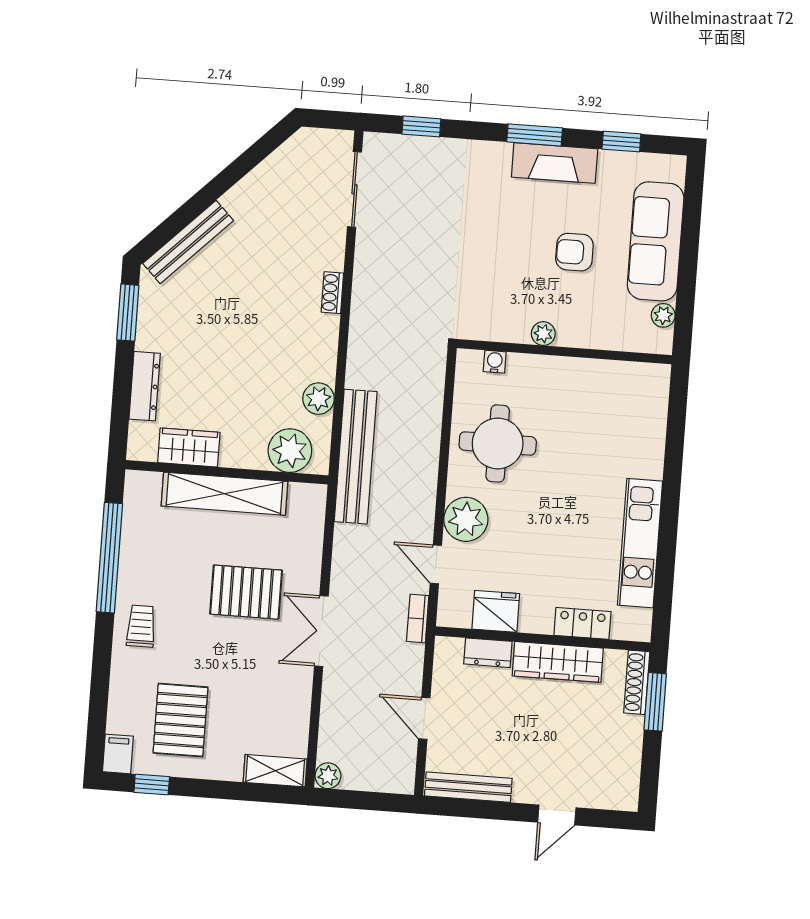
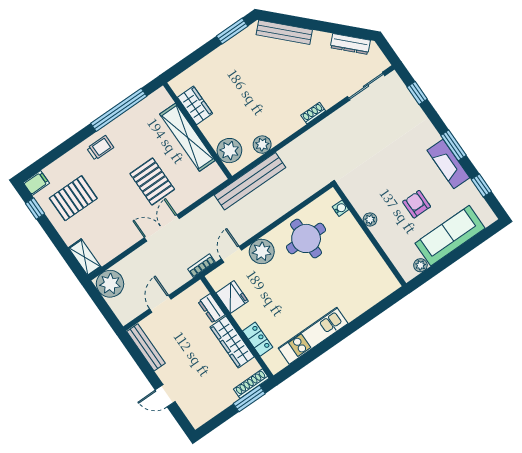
dresser: (145, 386) -> (350, 44), moved, turned 45
plant: (328, 776) -> (110, 284), width x1.88, depth x1.88

